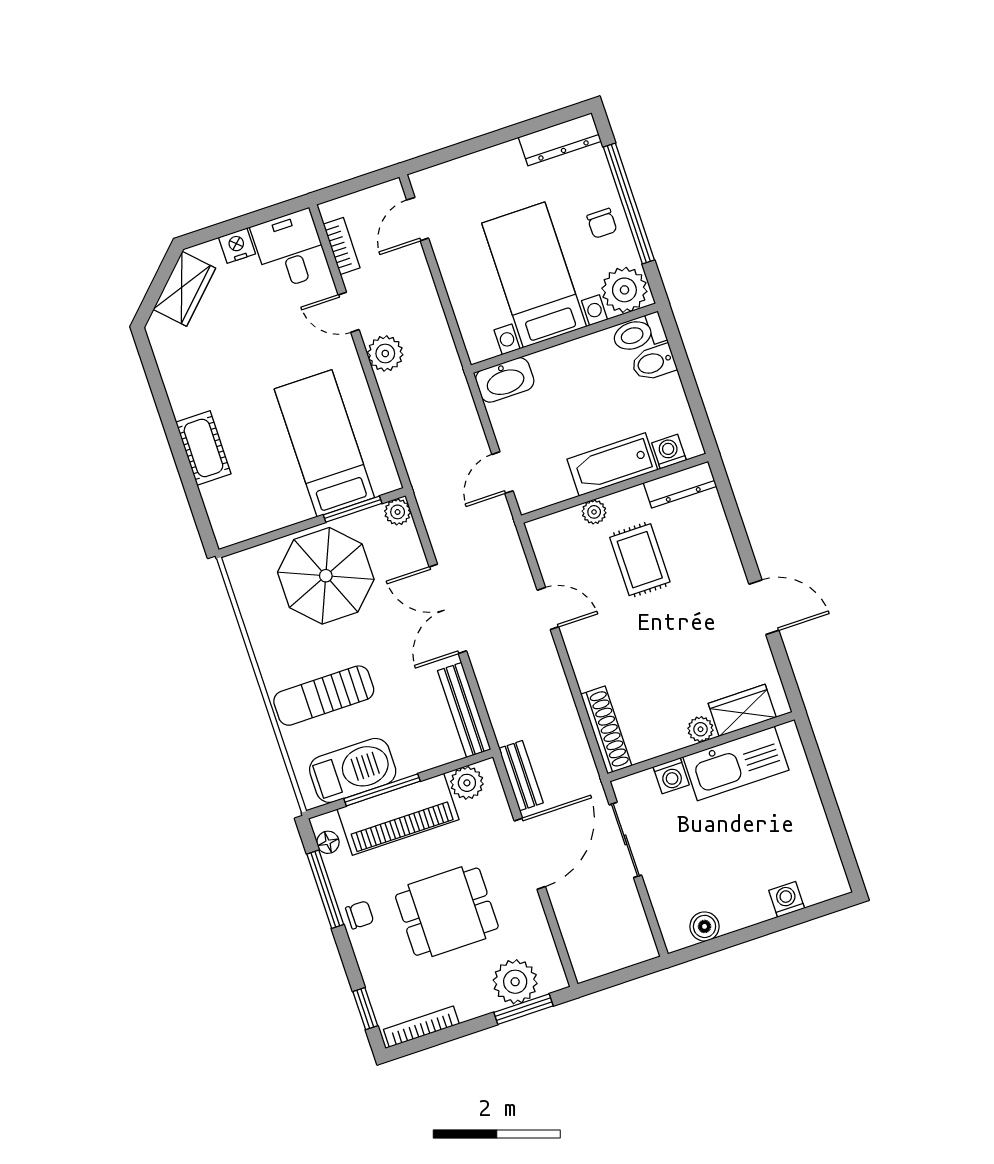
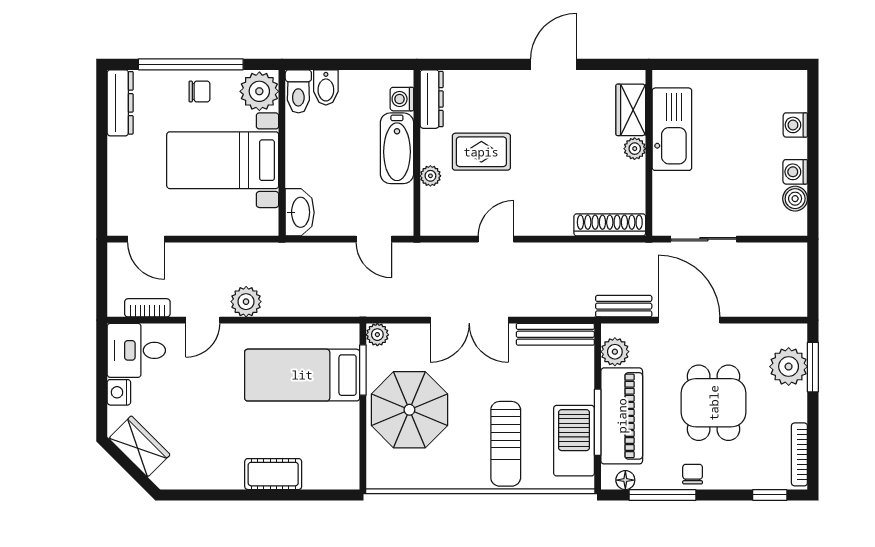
washing machine: (671, 776) -> (795, 172), moved, turned 180

